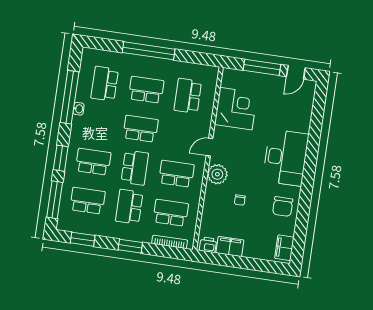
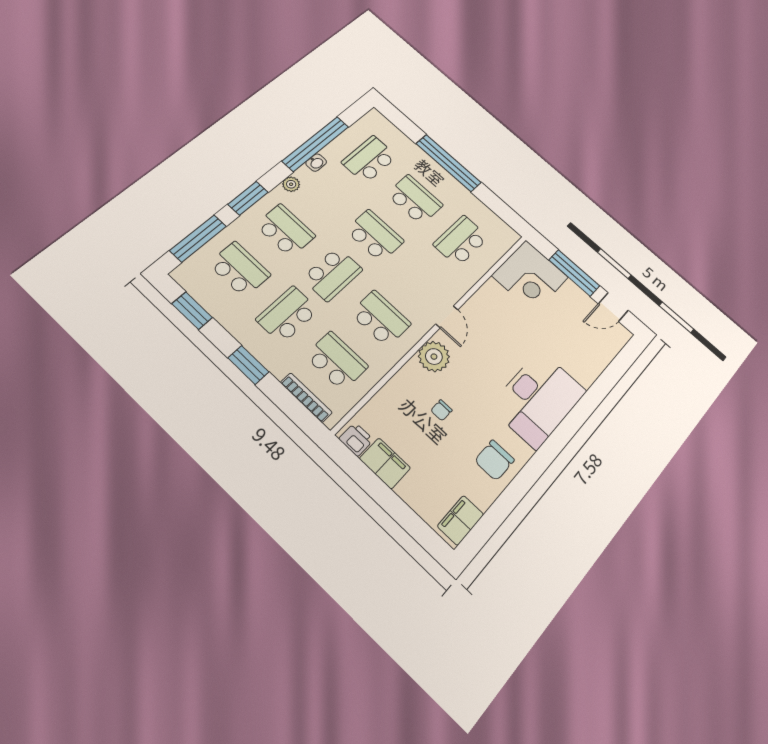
corner desk: (236, 109) -> (530, 276), moved, turned 90
plant: (76, 132) -> (291, 184), added
door: (210, 147) -> (447, 317), swing flipped

